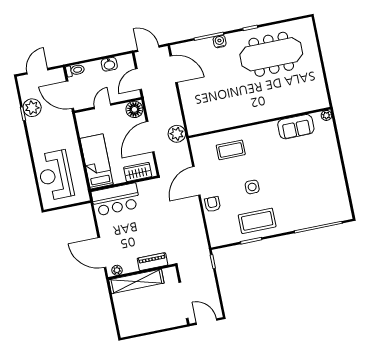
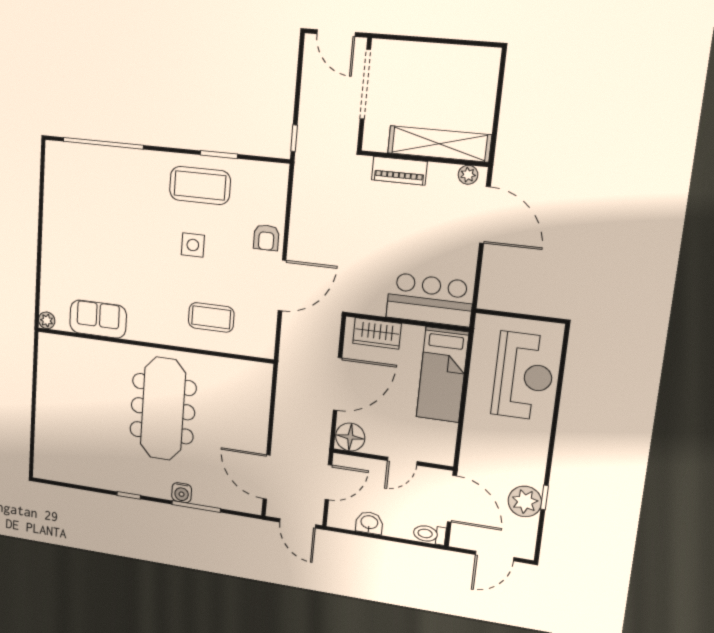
meeting table: (271, 54) -> (163, 409), moved, turned 90
plant: (177, 134) -> (292, 374), removed

